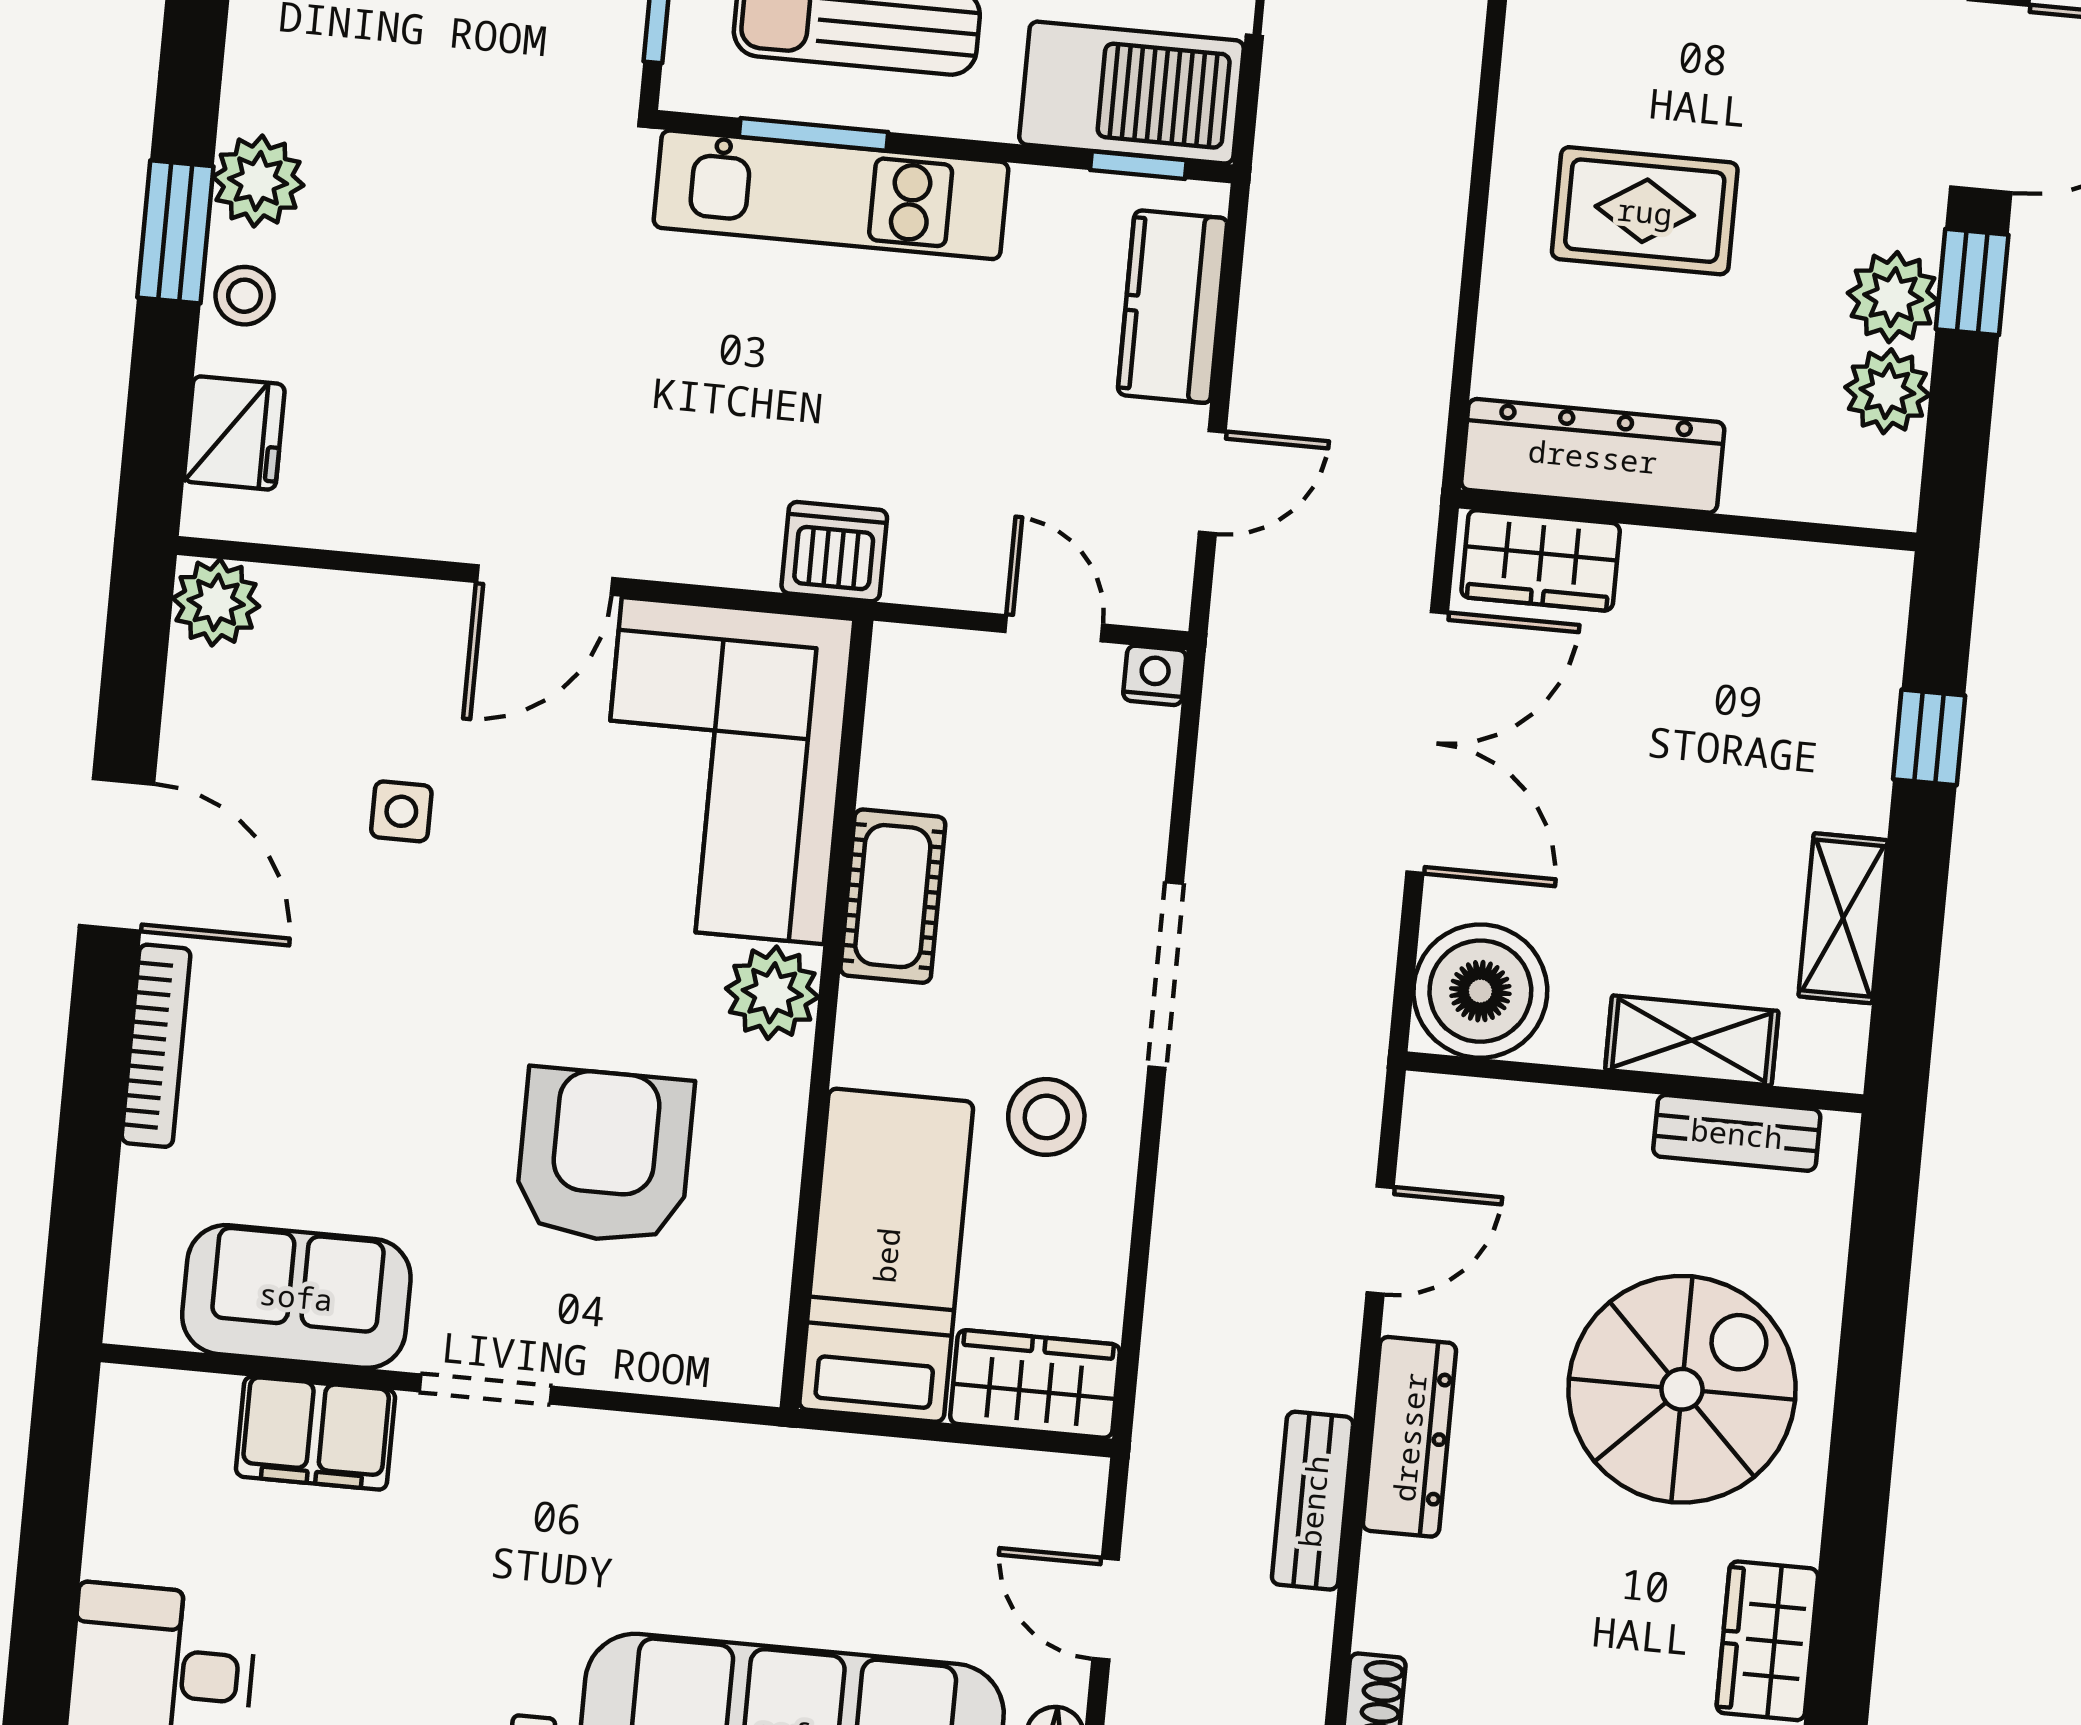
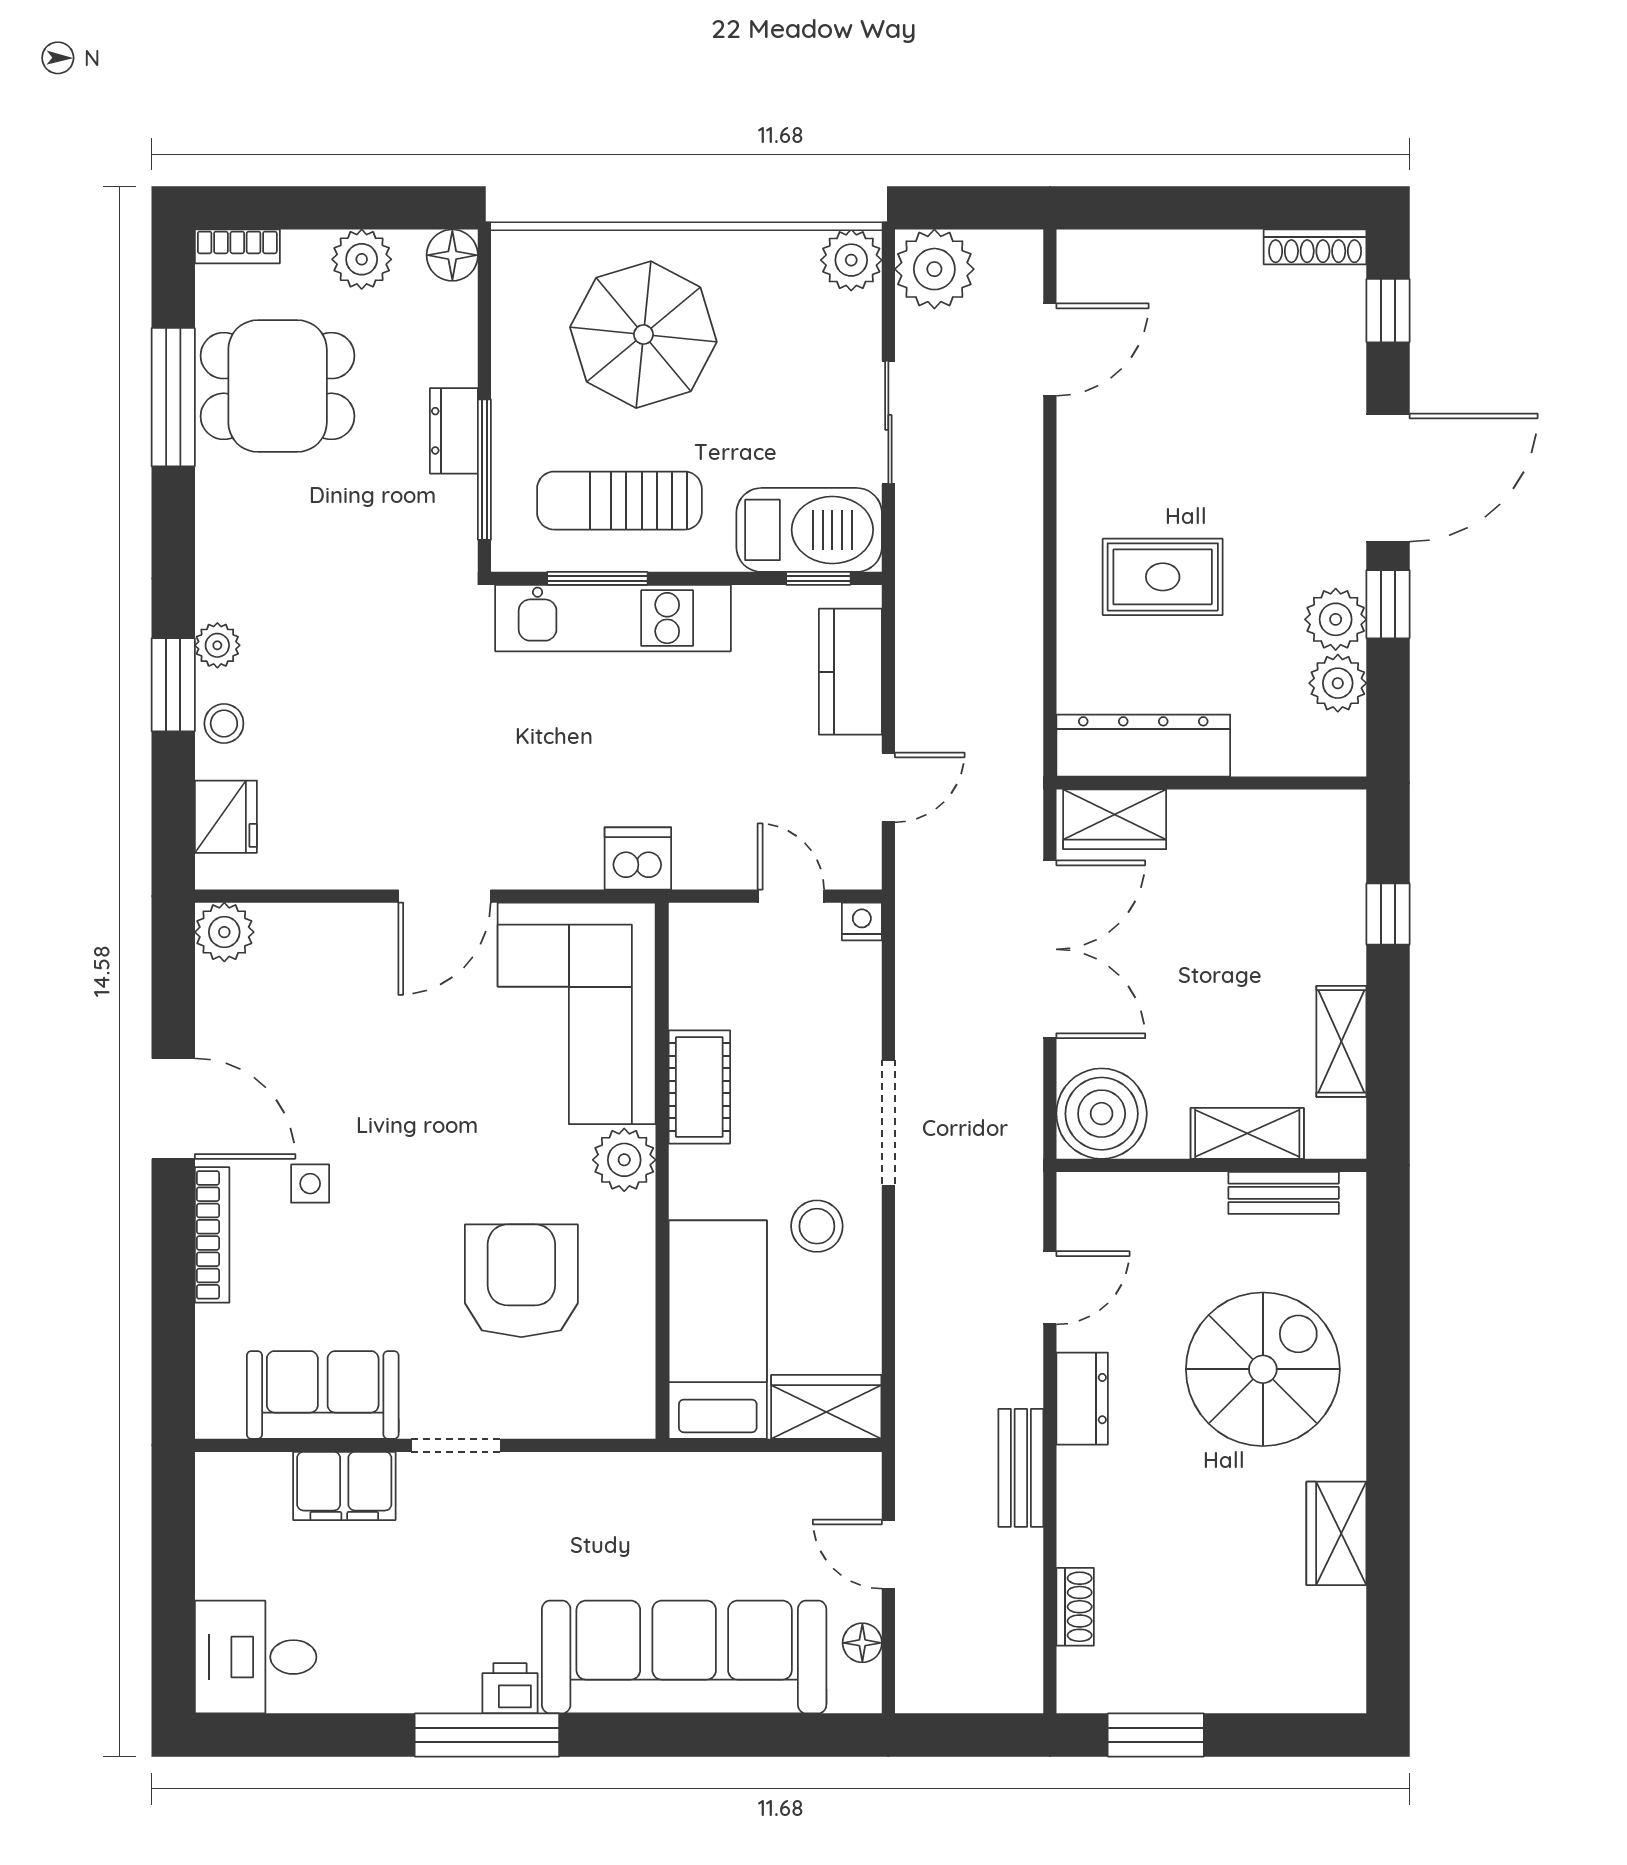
plant: (258, 181) -> (217, 645), width x0.73, depth x0.73
side table: (401, 811) -> (310, 1184), moved
dresser: (1409, 1437) -> (1082, 1399), width x0.70

